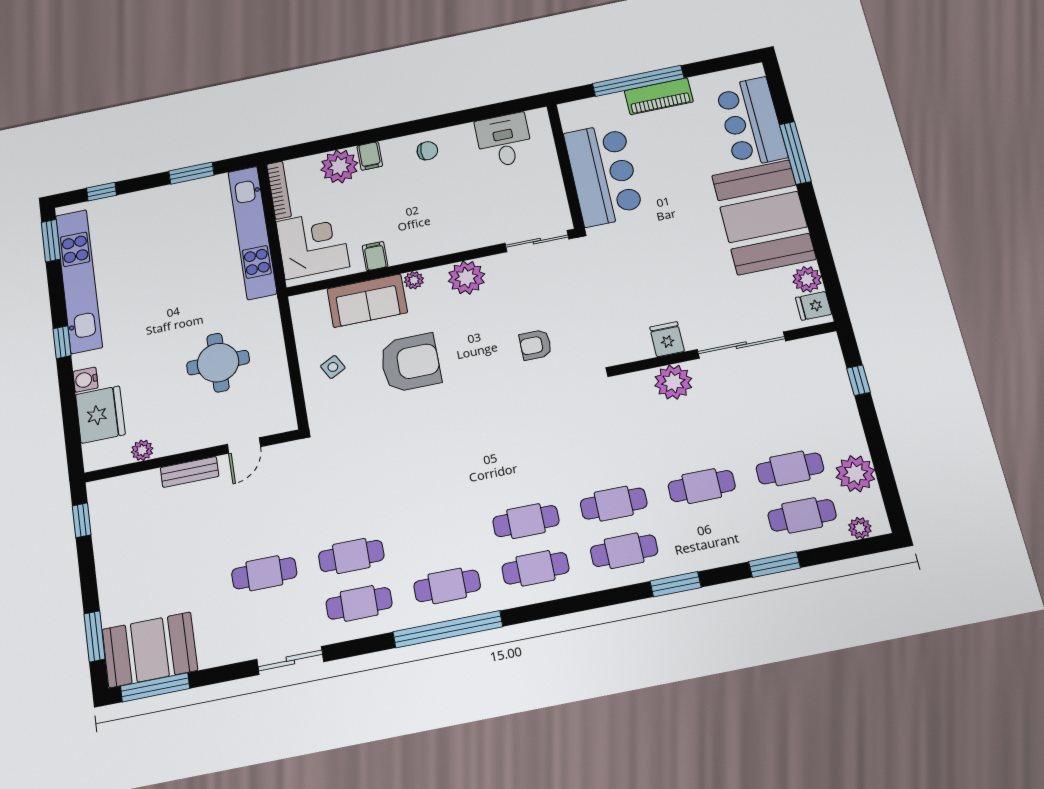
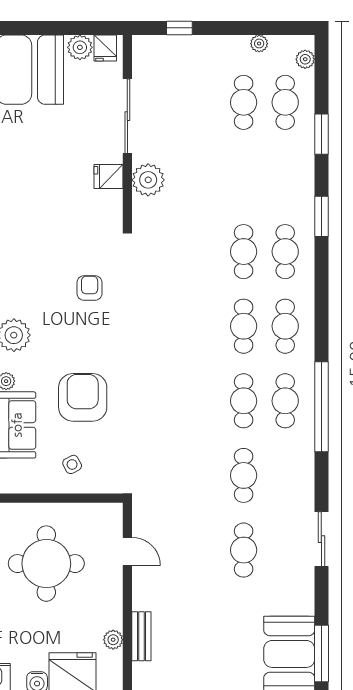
armchair: (536, 345) -> (90, 288), turned 180
round table: (218, 363) -> (46, 564), width x1.36, depth x1.36
bench: (189, 472) -> (141, 636), moved
plant: (855, 474) -> (259, 44), width x0.53, depth x0.53
cafe table: (702, 486) -> (244, 177), removed
cafe table: (359, 603) -> (244, 401), moved

